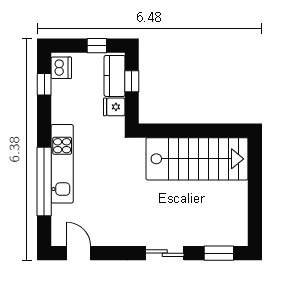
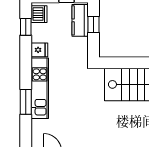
fridge: (114, 107) -> (39, 50), moved, turned 180
window: (44, 181) -> (26, 102), width x0.47

